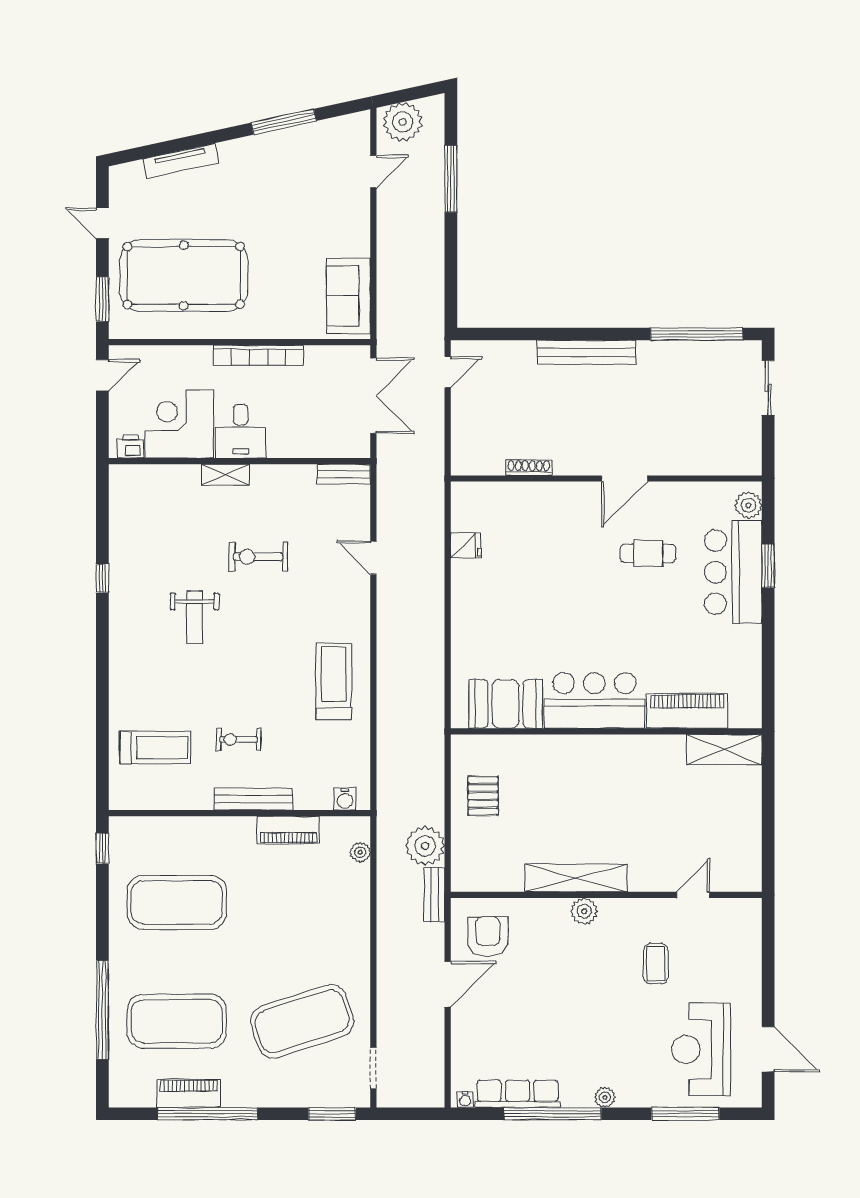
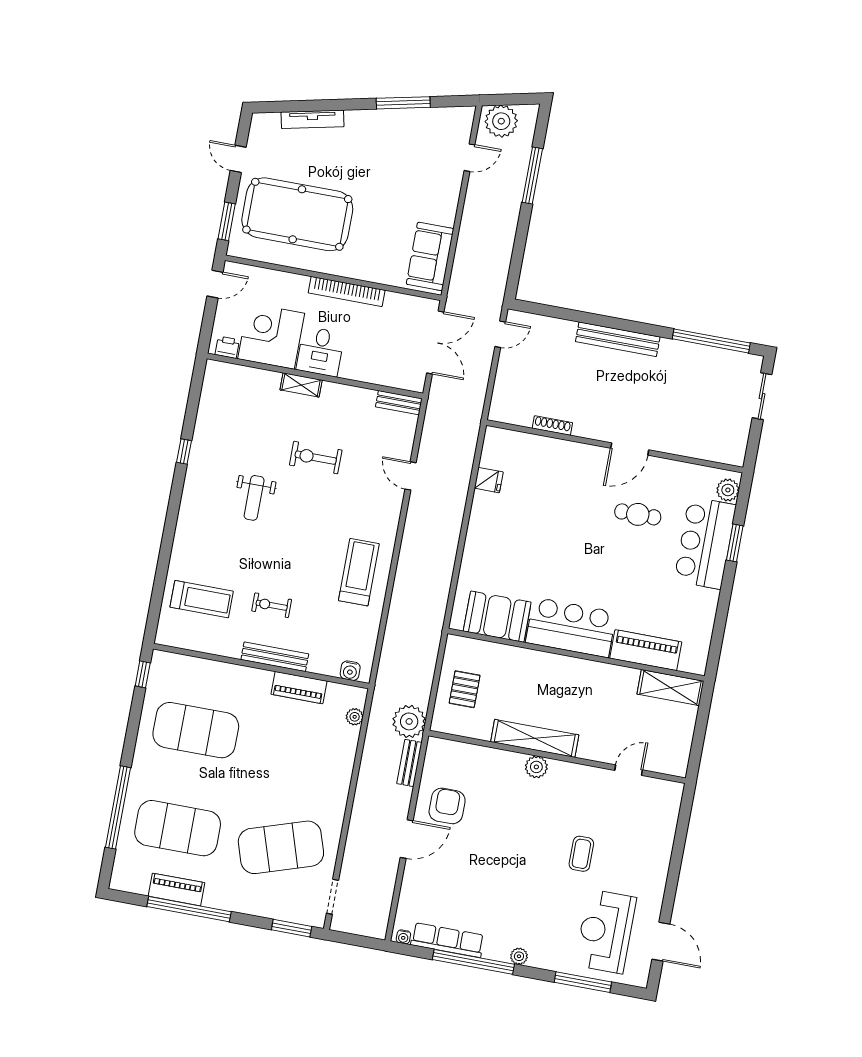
shelving: (576, 878) -> (535, 738), moved
wall: (606, 895) -> (557, 757), moved
door: (693, 895) -> (629, 770), moved
plant: (584, 911) -> (536, 767), moved

